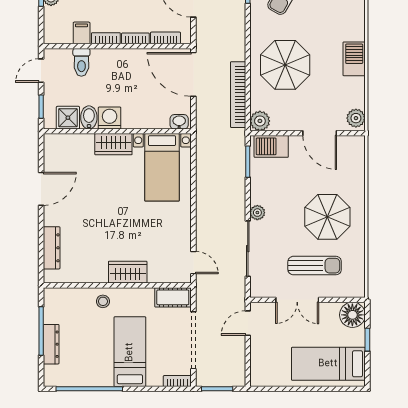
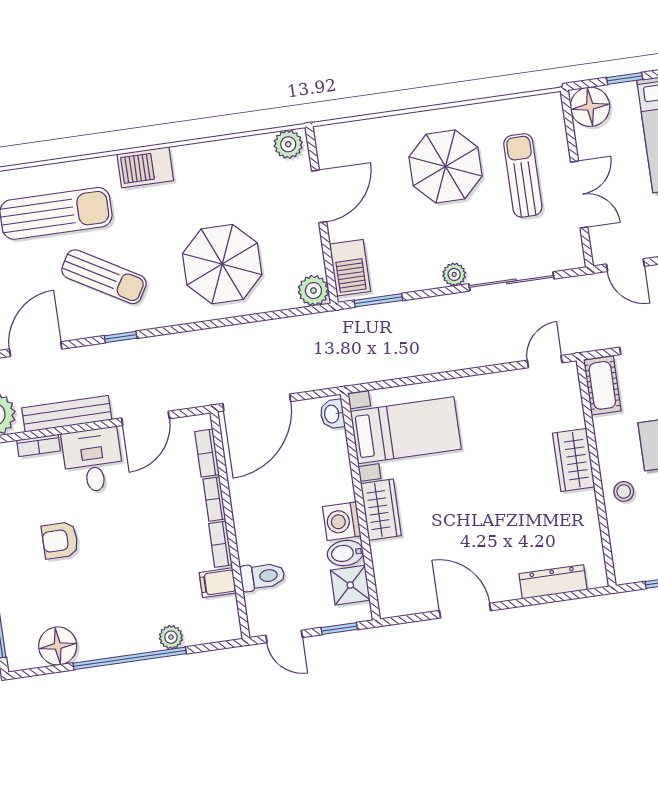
barbecue: (354, 59) -> (145, 167), moved
bookcase: (238, 95) -> (278, 330), removed

